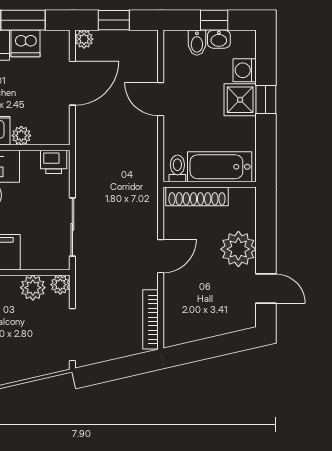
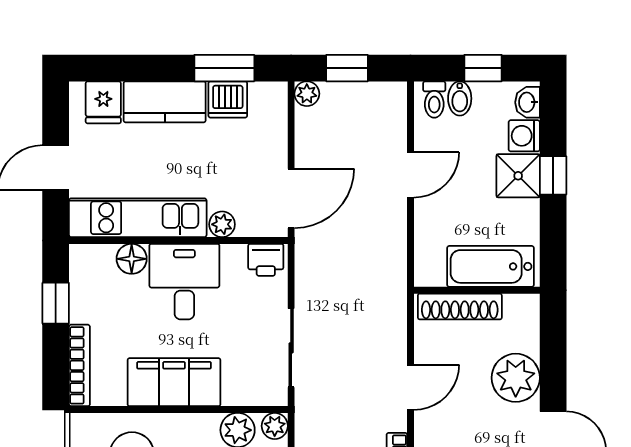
washbasin: (219, 39) -> (527, 102), moved, turned 90
door: (72, 83) -> (291, 198), moved
door: (161, 99) -> (411, 175), swing flipped
toilet: (177, 168) -> (434, 99), moved, turned 180

